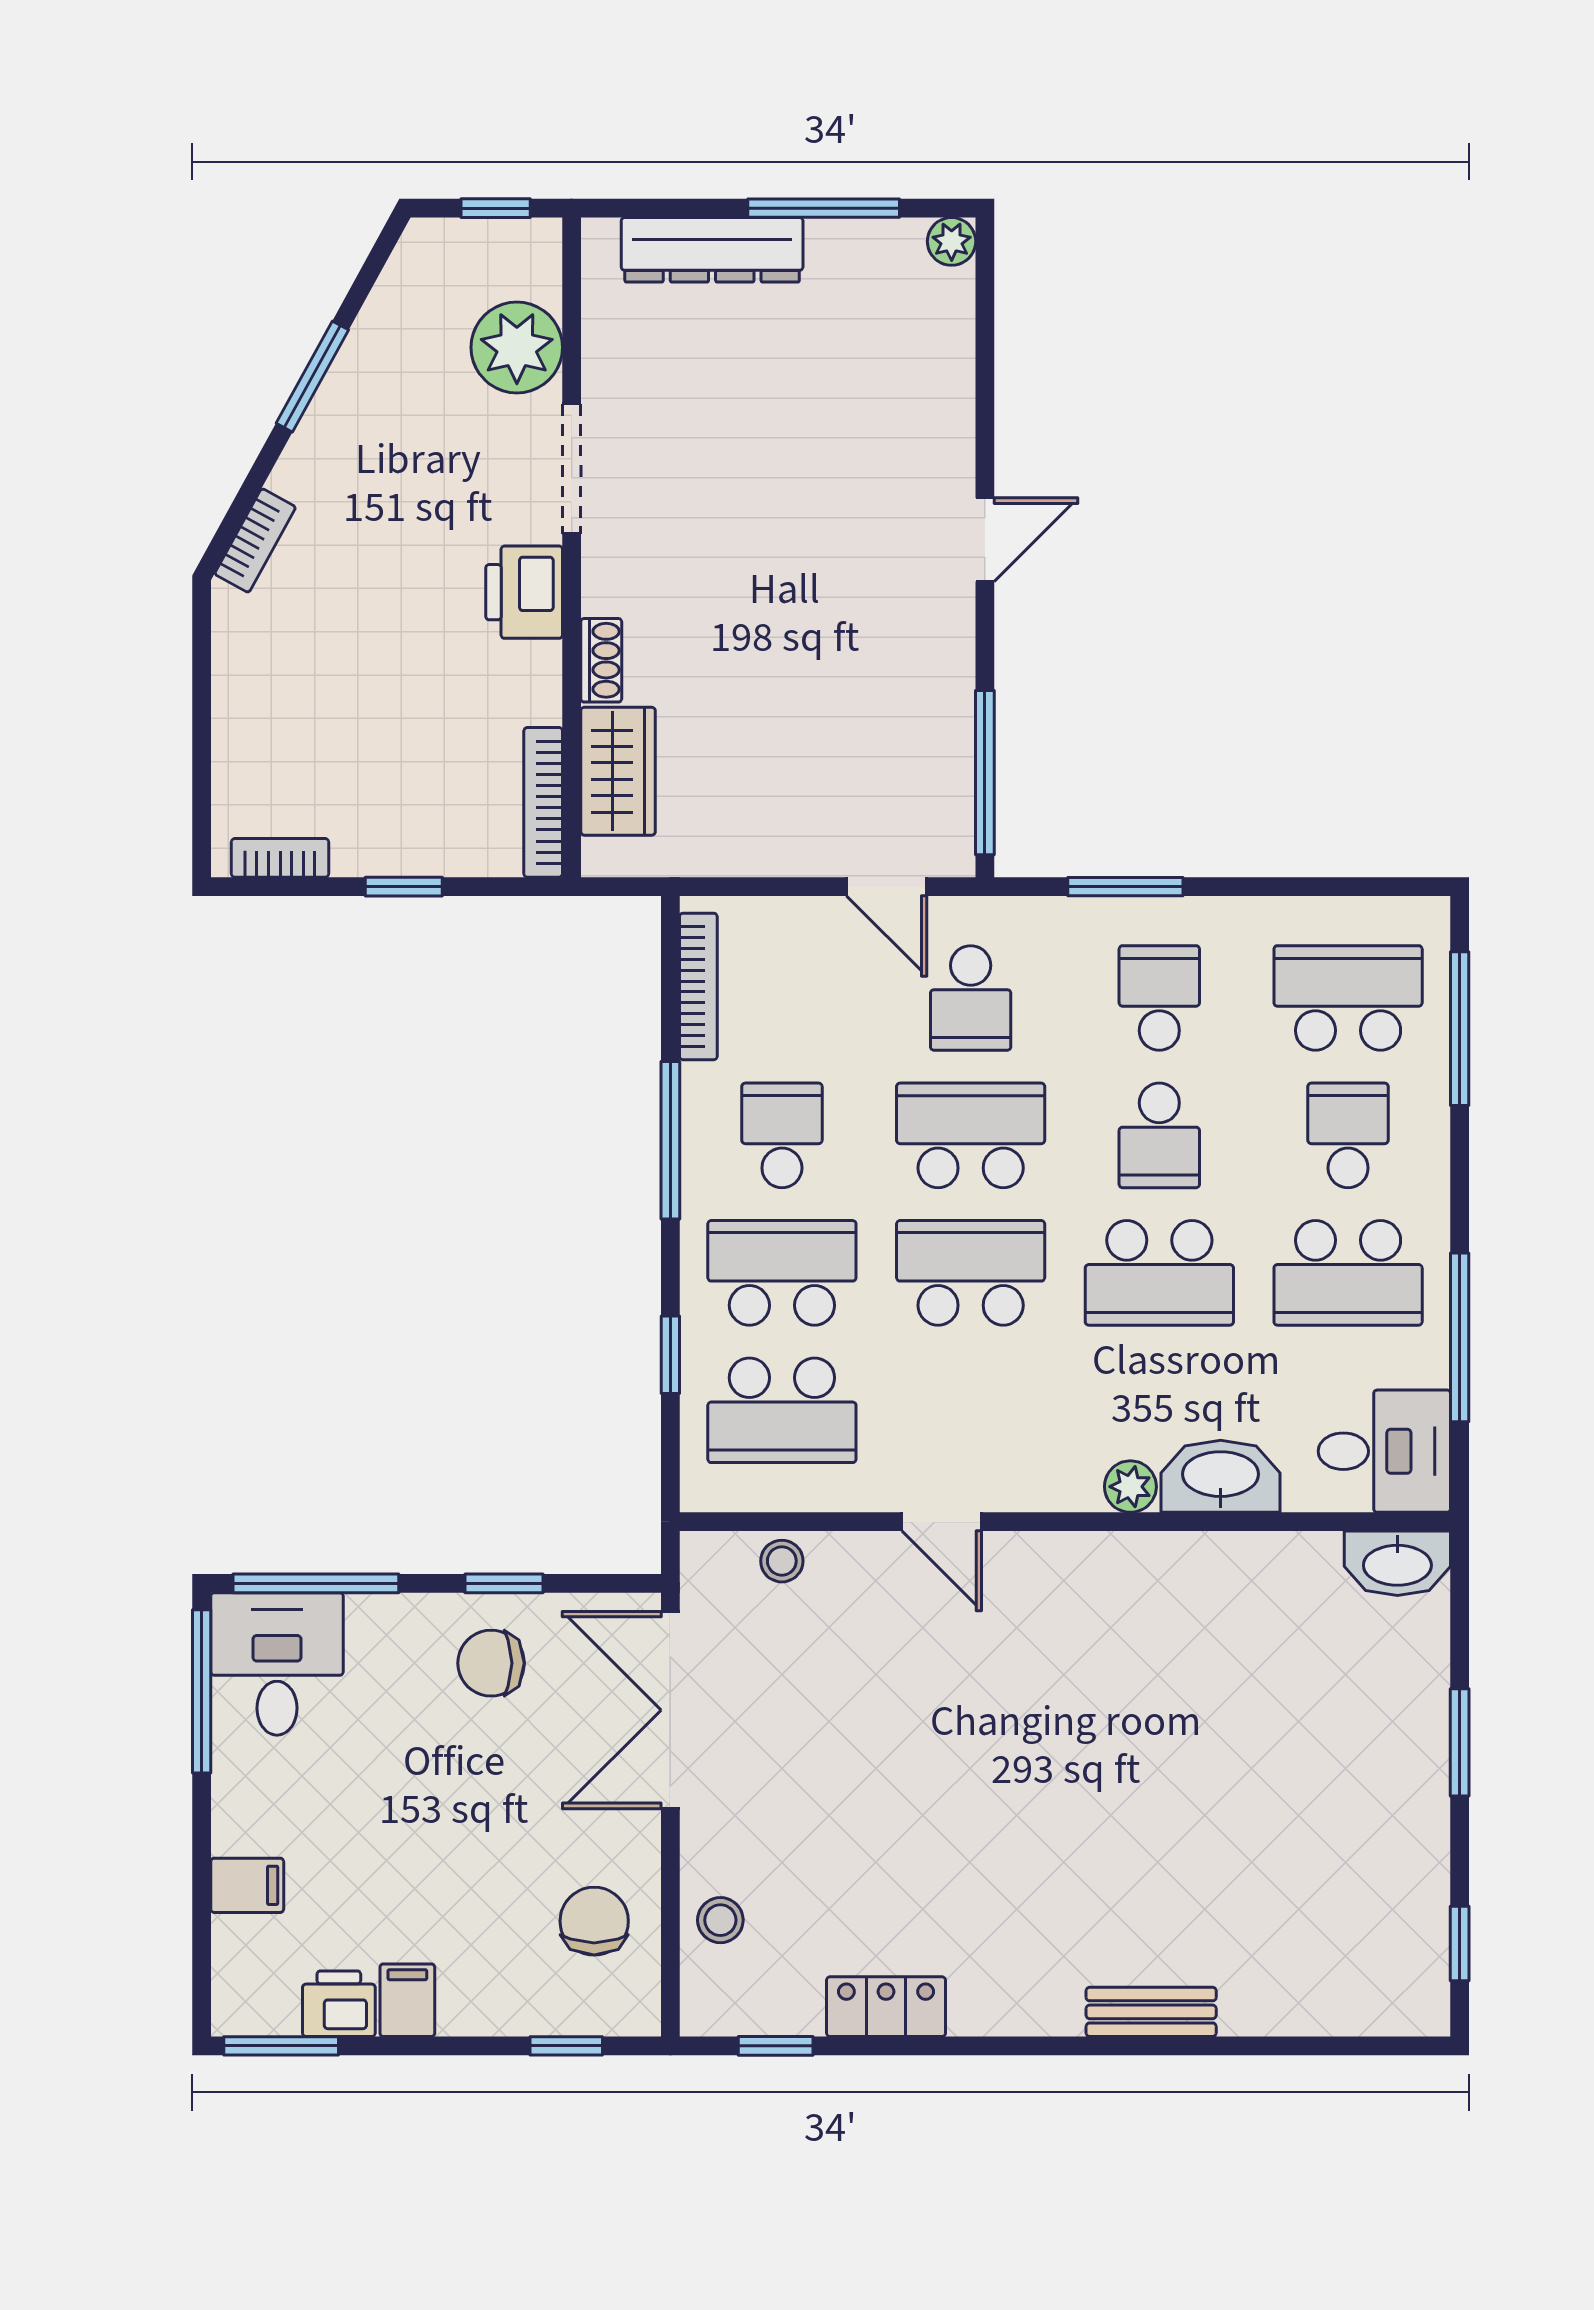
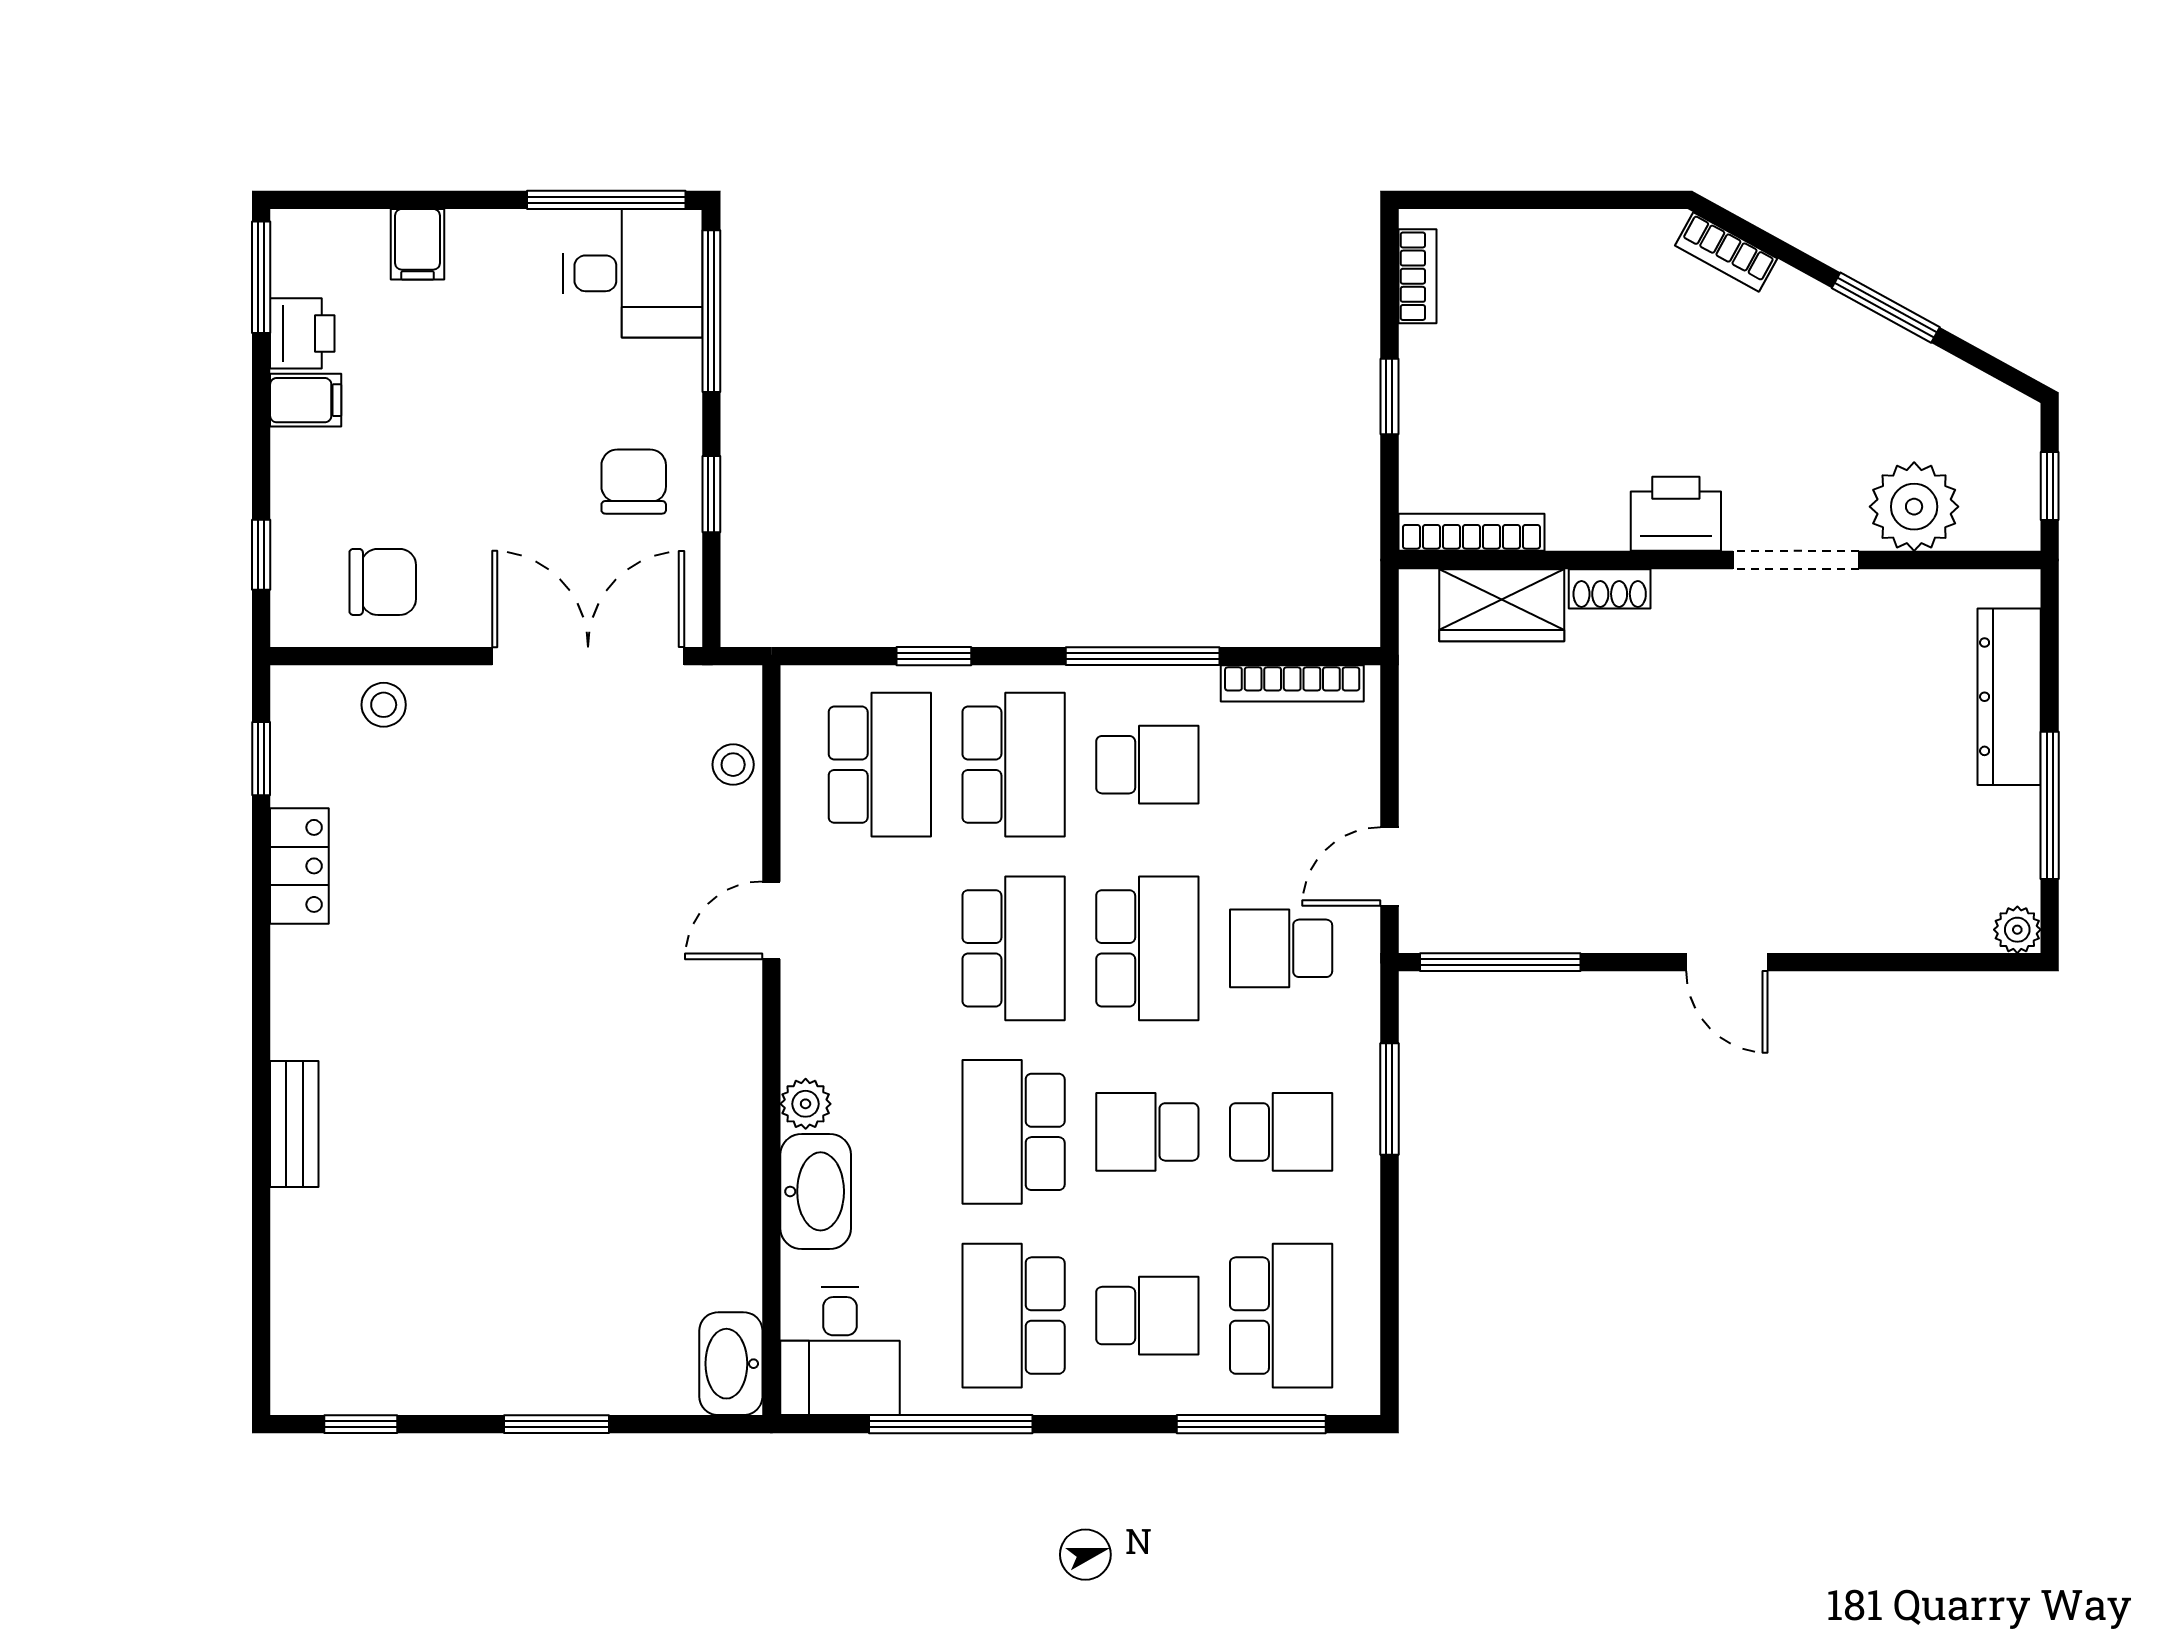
school desk: (782, 1410) -> (880, 765), turned 180

